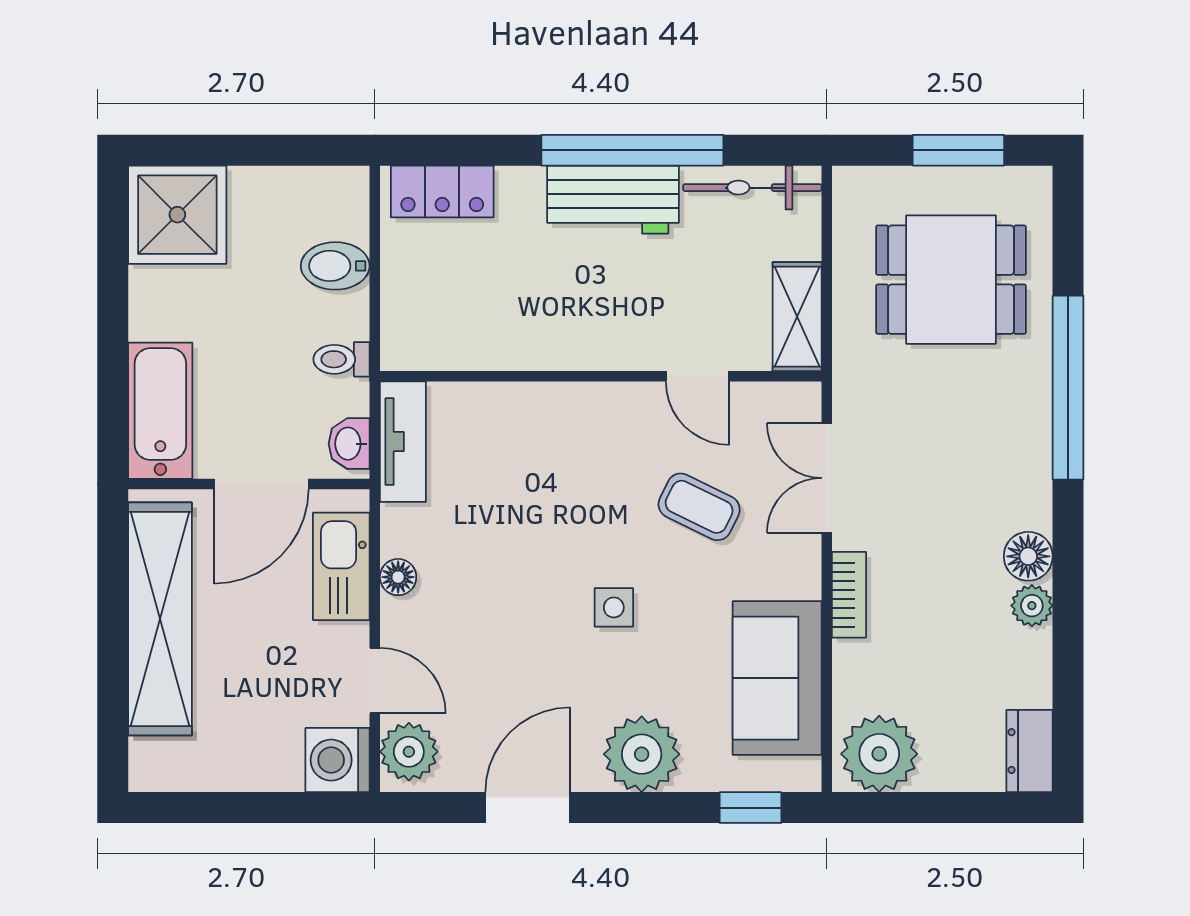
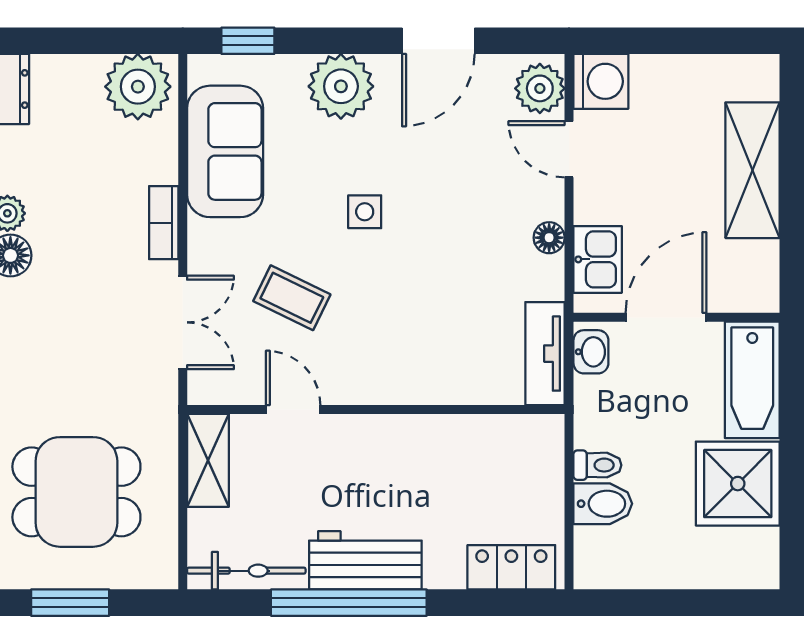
shower: (177, 215) -> (738, 484), moved
toilet: (342, 359) -> (597, 465), moved
kitchen sink: (341, 566) -> (598, 259), width x0.73
shelving: (160, 619) -> (753, 170), width x0.68

